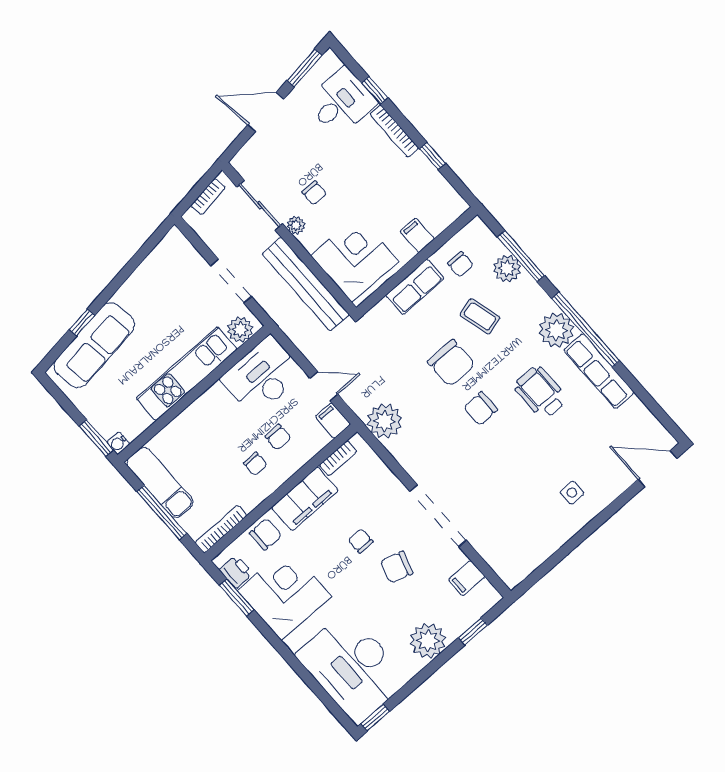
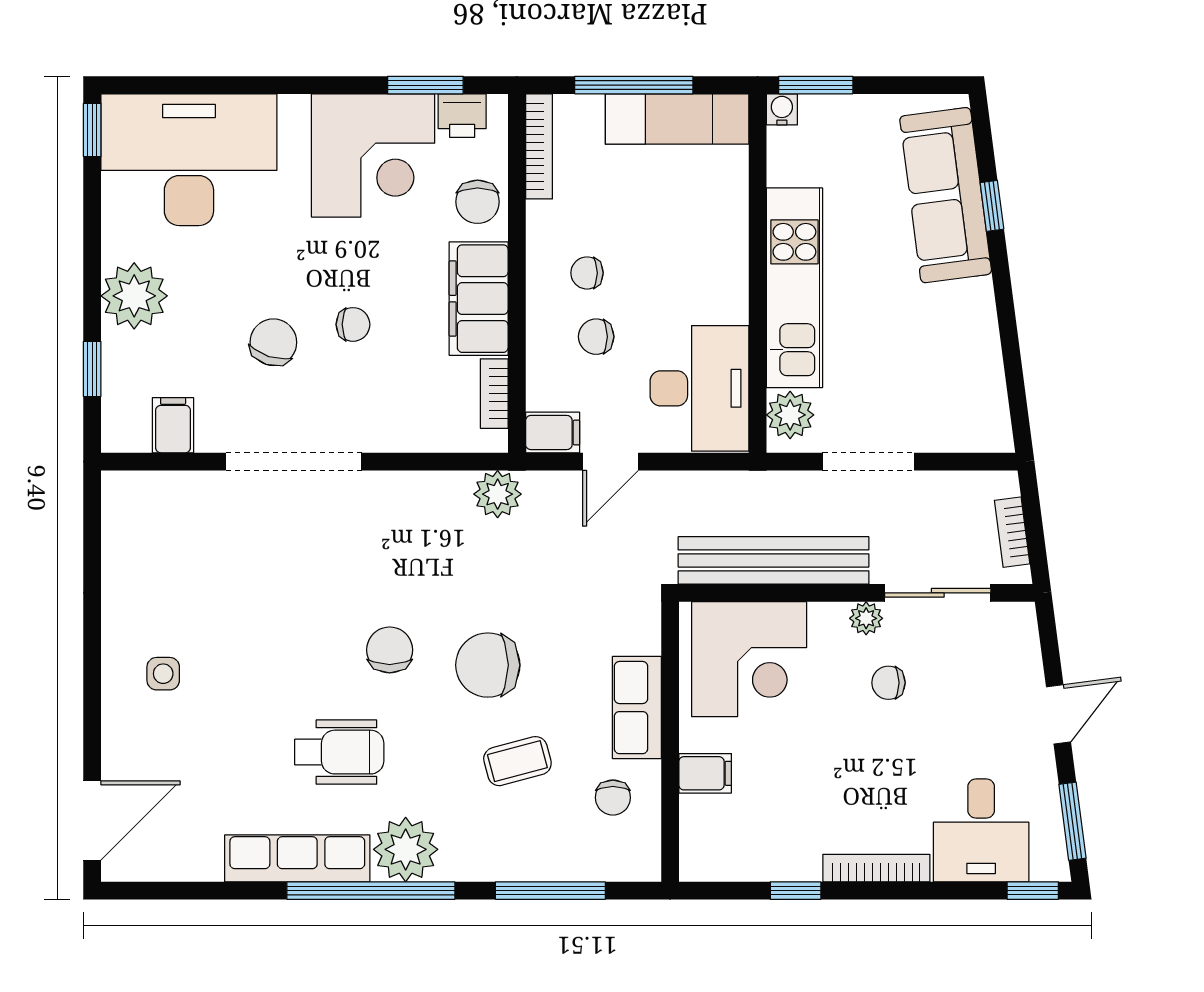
window: (375, 90) -> (1033, 891), moved
door: (266, 112) -> (1058, 714), width x0.73
chair: (460, 264) -> (613, 798), turned -90
plant: (507, 269) -> (550, 856), removed
plant: (385, 421) -> (498, 494), width x0.73, depth x0.73

